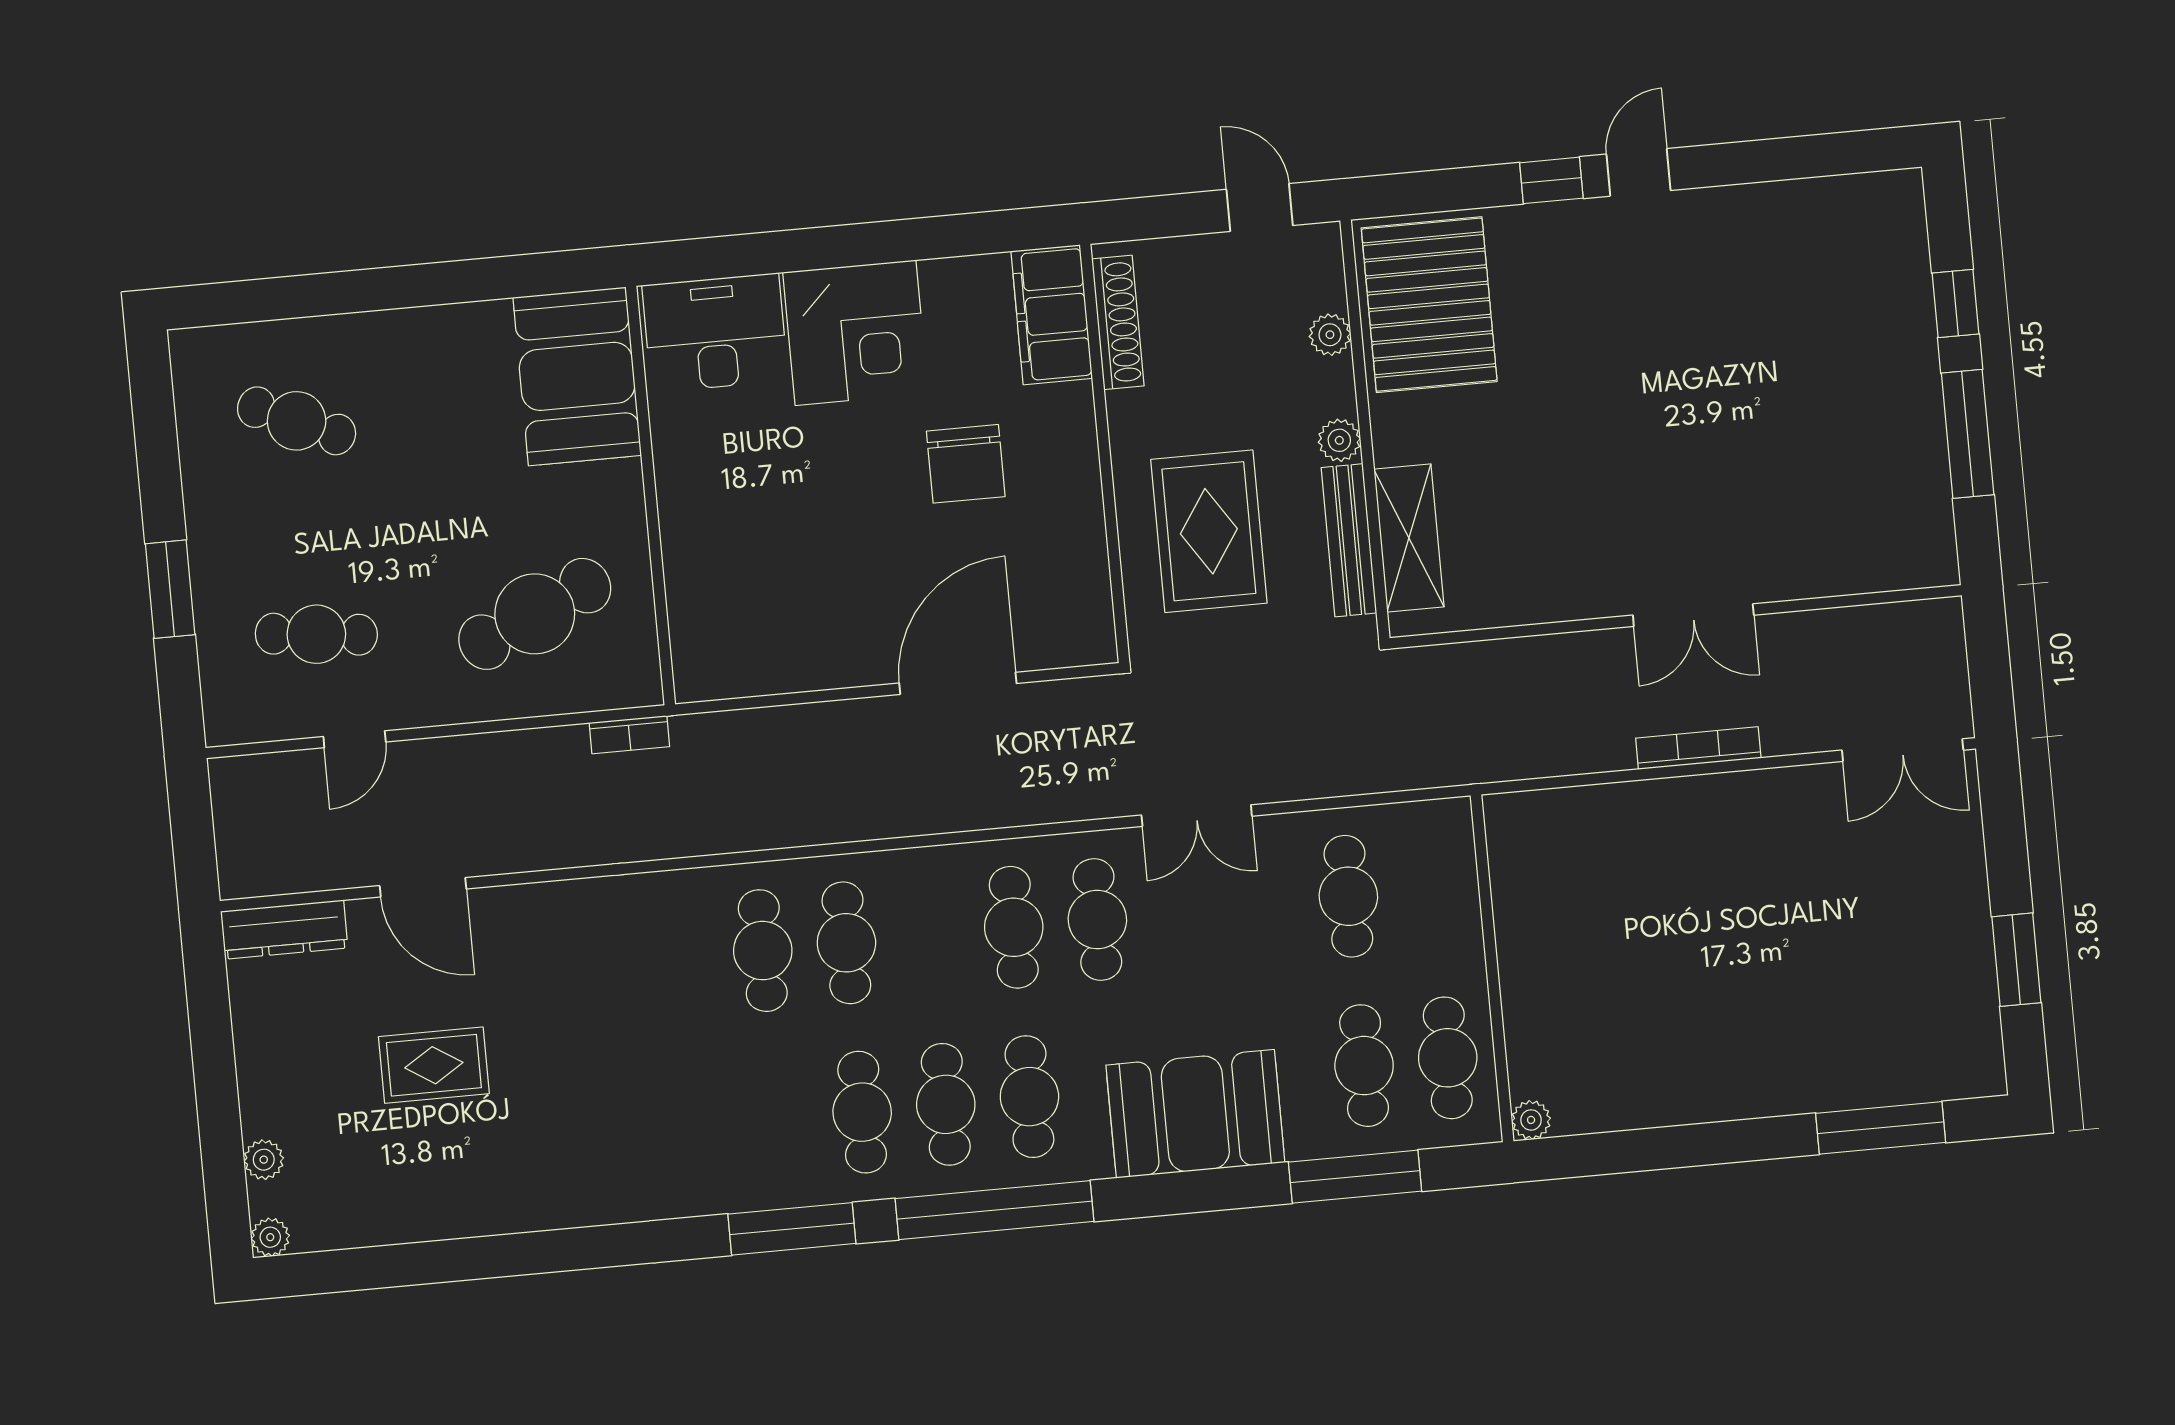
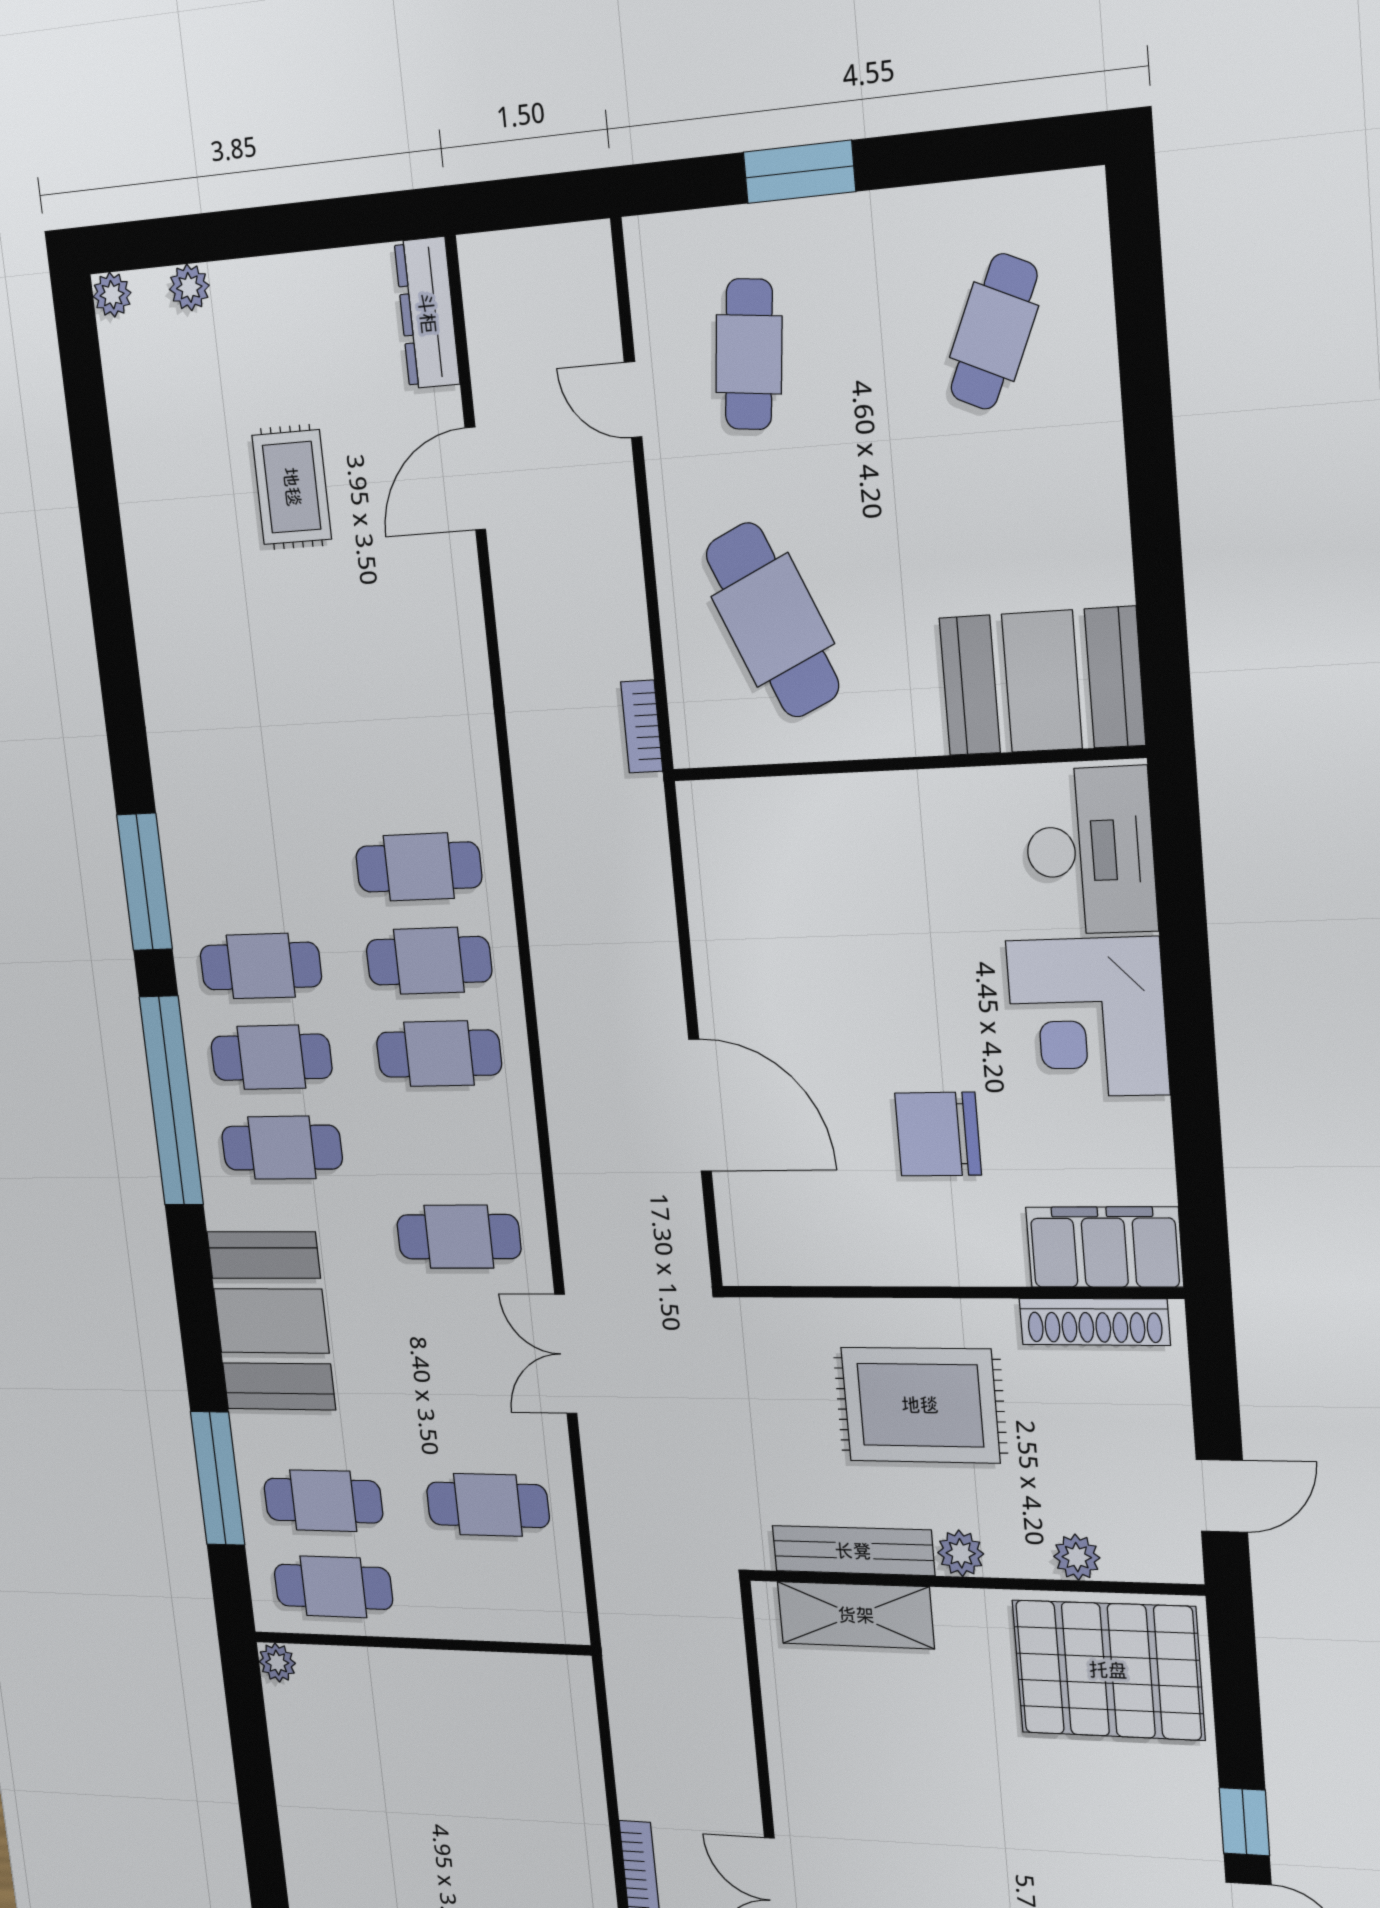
rug: (1209, 531) -> (920, 1405), moved
cafe table: (1014, 927) -> (439, 1054), moved

